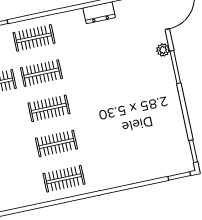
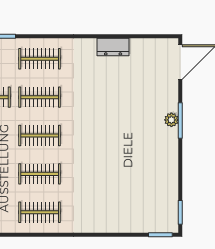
plant: (163, 50) -> (171, 120), moved

